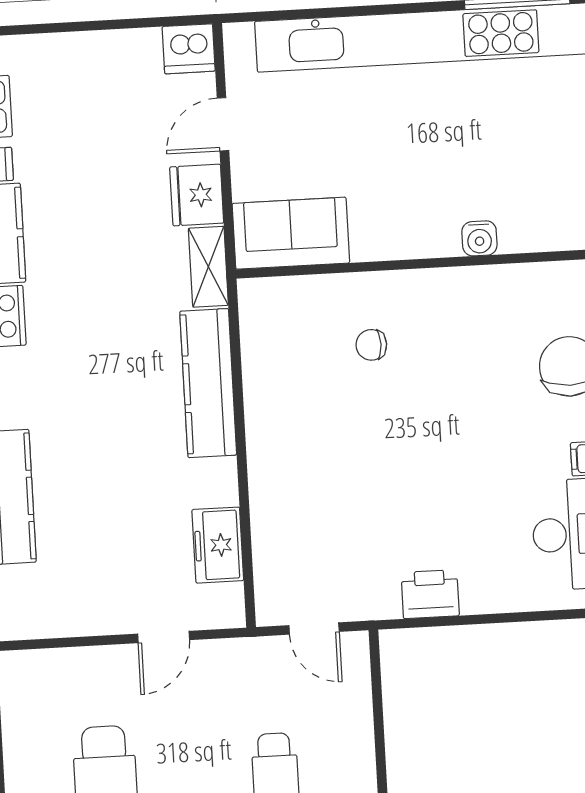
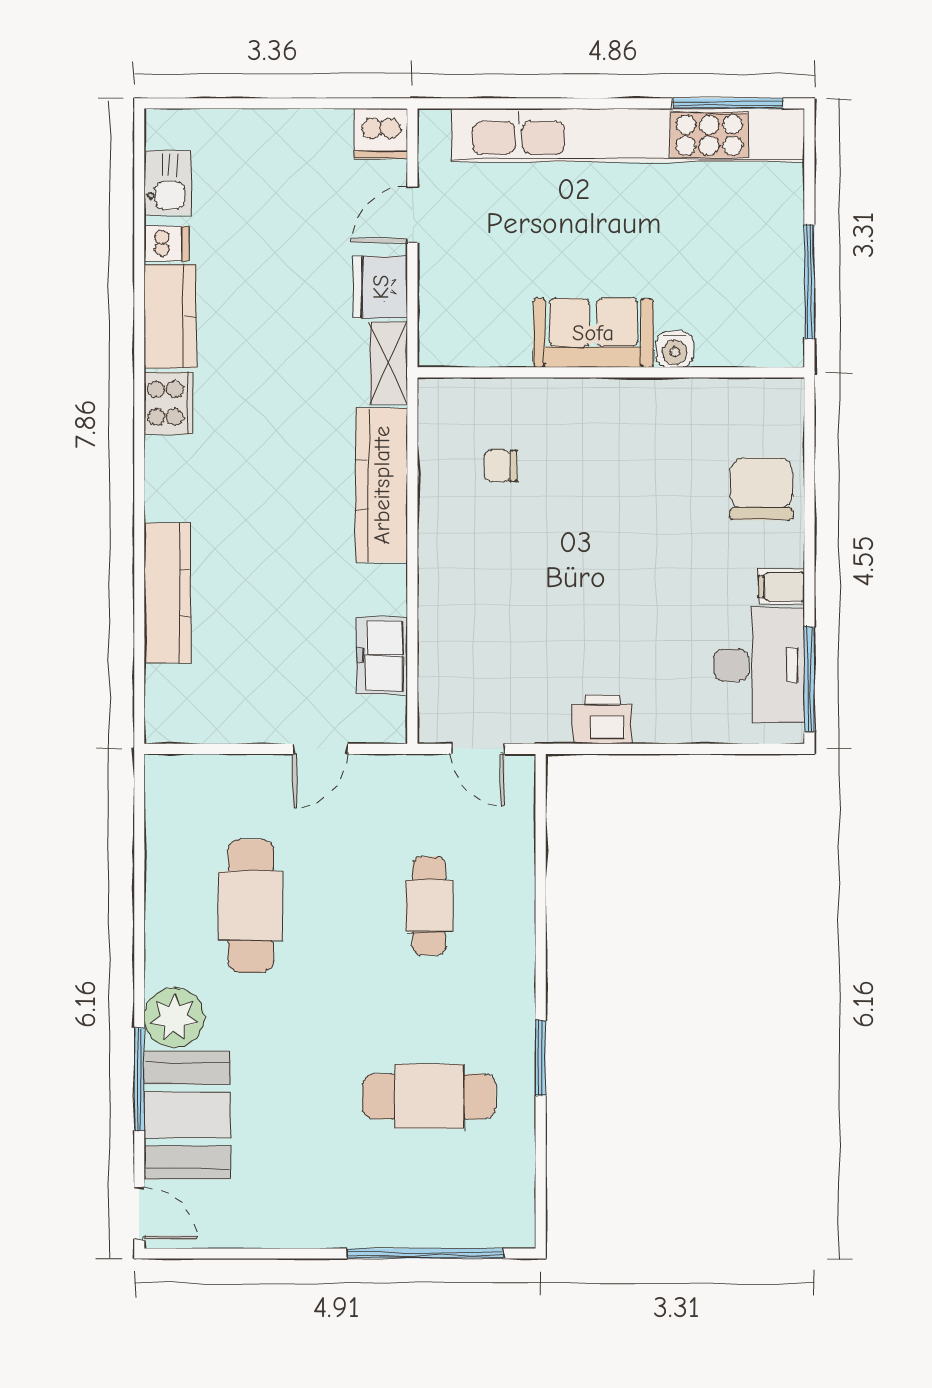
sofa: (291, 233) -> (593, 333), moved
chair: (371, 345) -> (501, 466), moved

